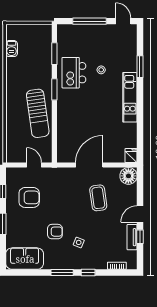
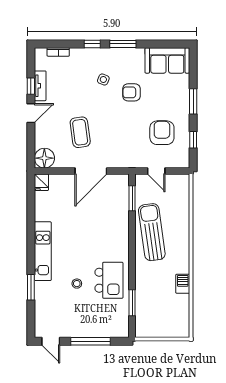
barbecue: (12, 49) -> (183, 284), moved
window: (54, 89) -> (132, 198), moved
armchair: (29, 197) -> (162, 133), turned 90

